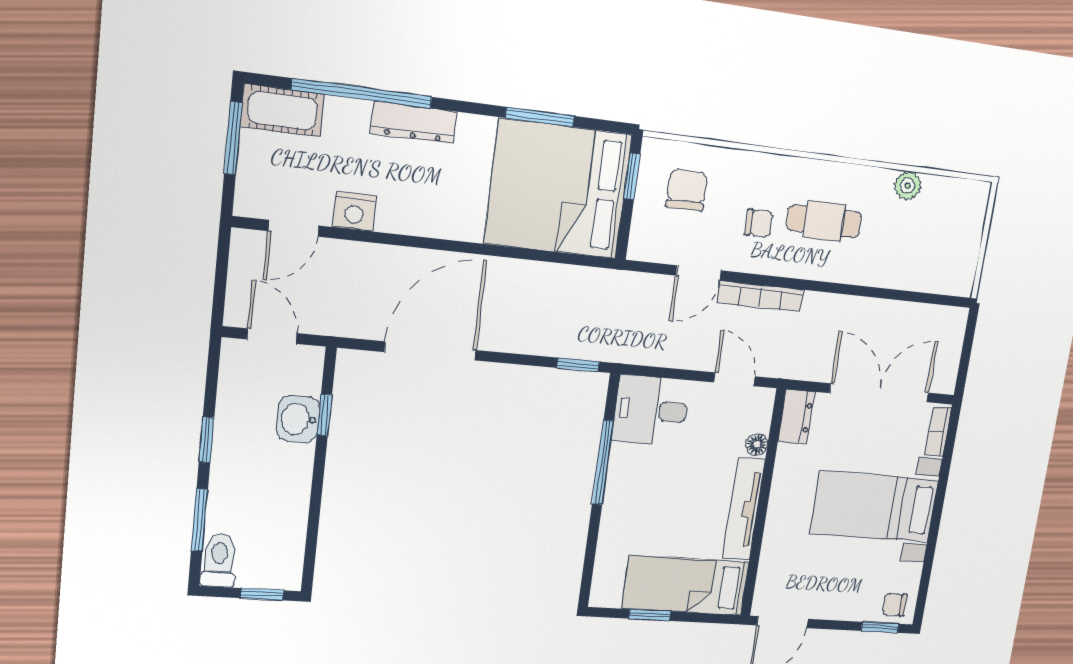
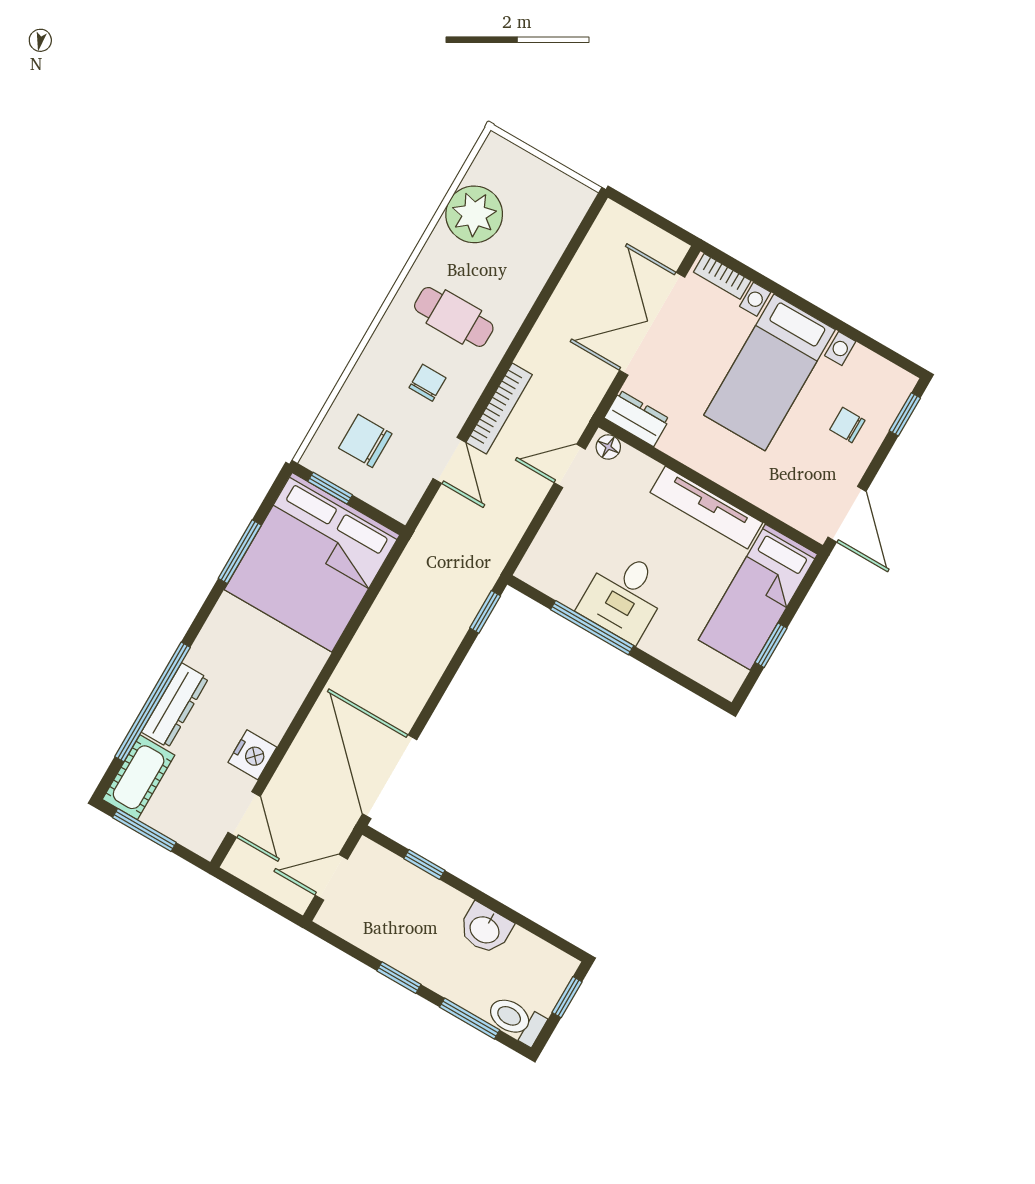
dresser: (414, 122) -> (175, 705), moved
plant: (908, 186) -> (474, 214), width x1.87, depth x1.87
cafe table: (824, 221) -> (454, 317), turned 90
door: (430, 351) -> (390, 777), moved
desk: (651, 410) -> (624, 596), moved
washbasin: (298, 419) -> (485, 929), moved
floor lamp: (757, 444) -> (608, 447), moved
chair: (895, 605) -> (847, 425), moved, turned 90

